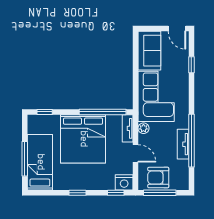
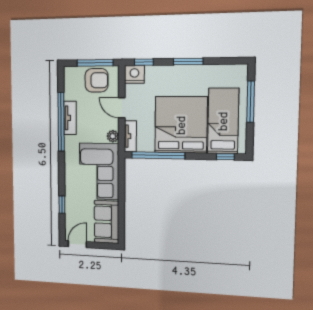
door: (177, 29) -> (77, 244), hinge flipped
bed: (40, 162) -> (223, 121), moved, turned 180
window: (77, 193) -> (188, 61), width x1.50

